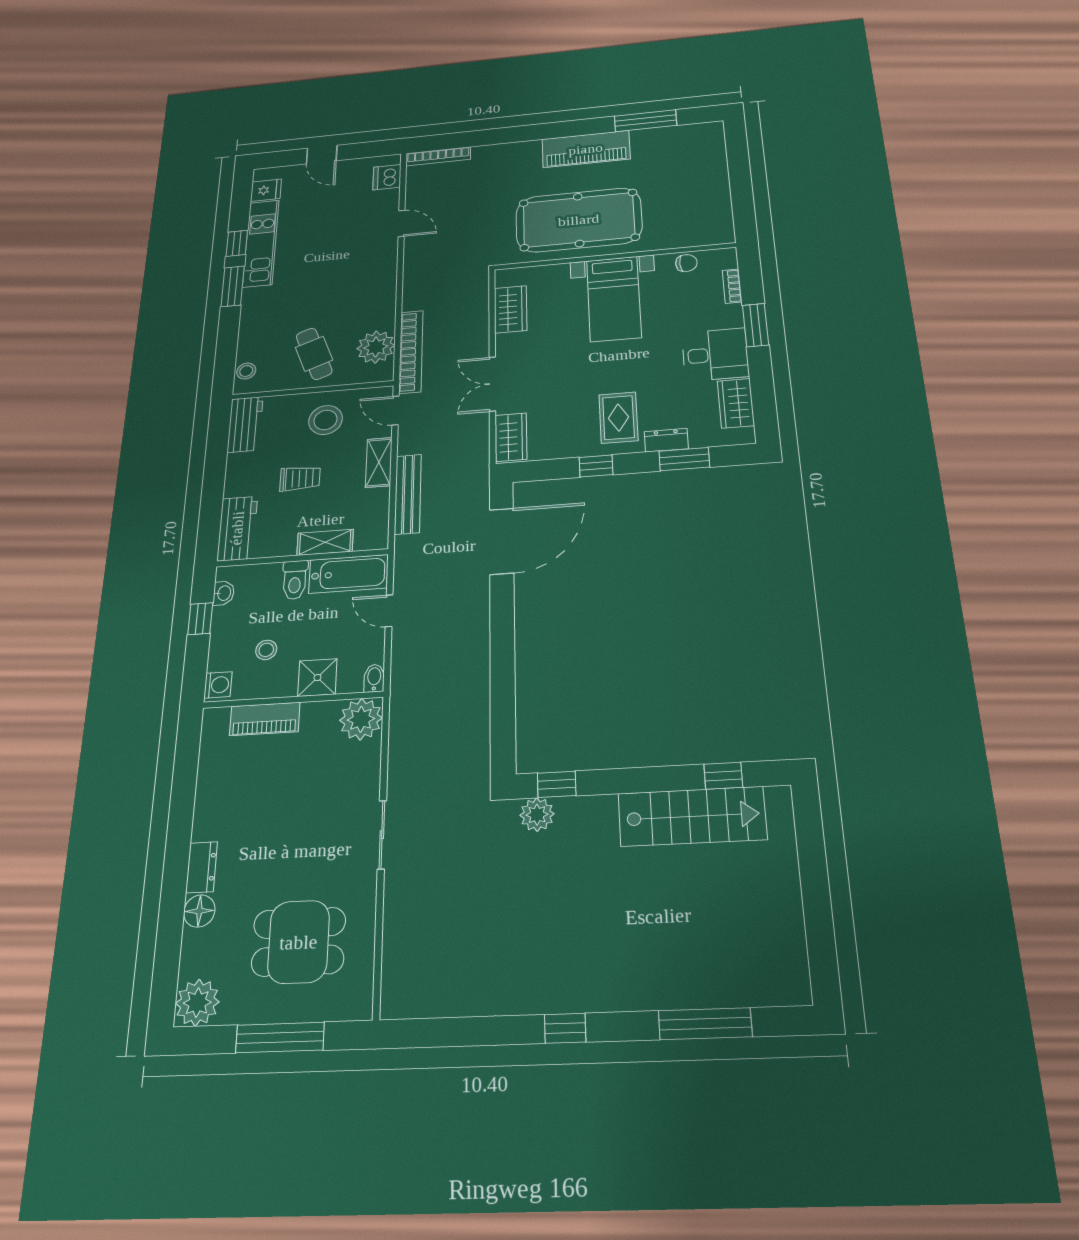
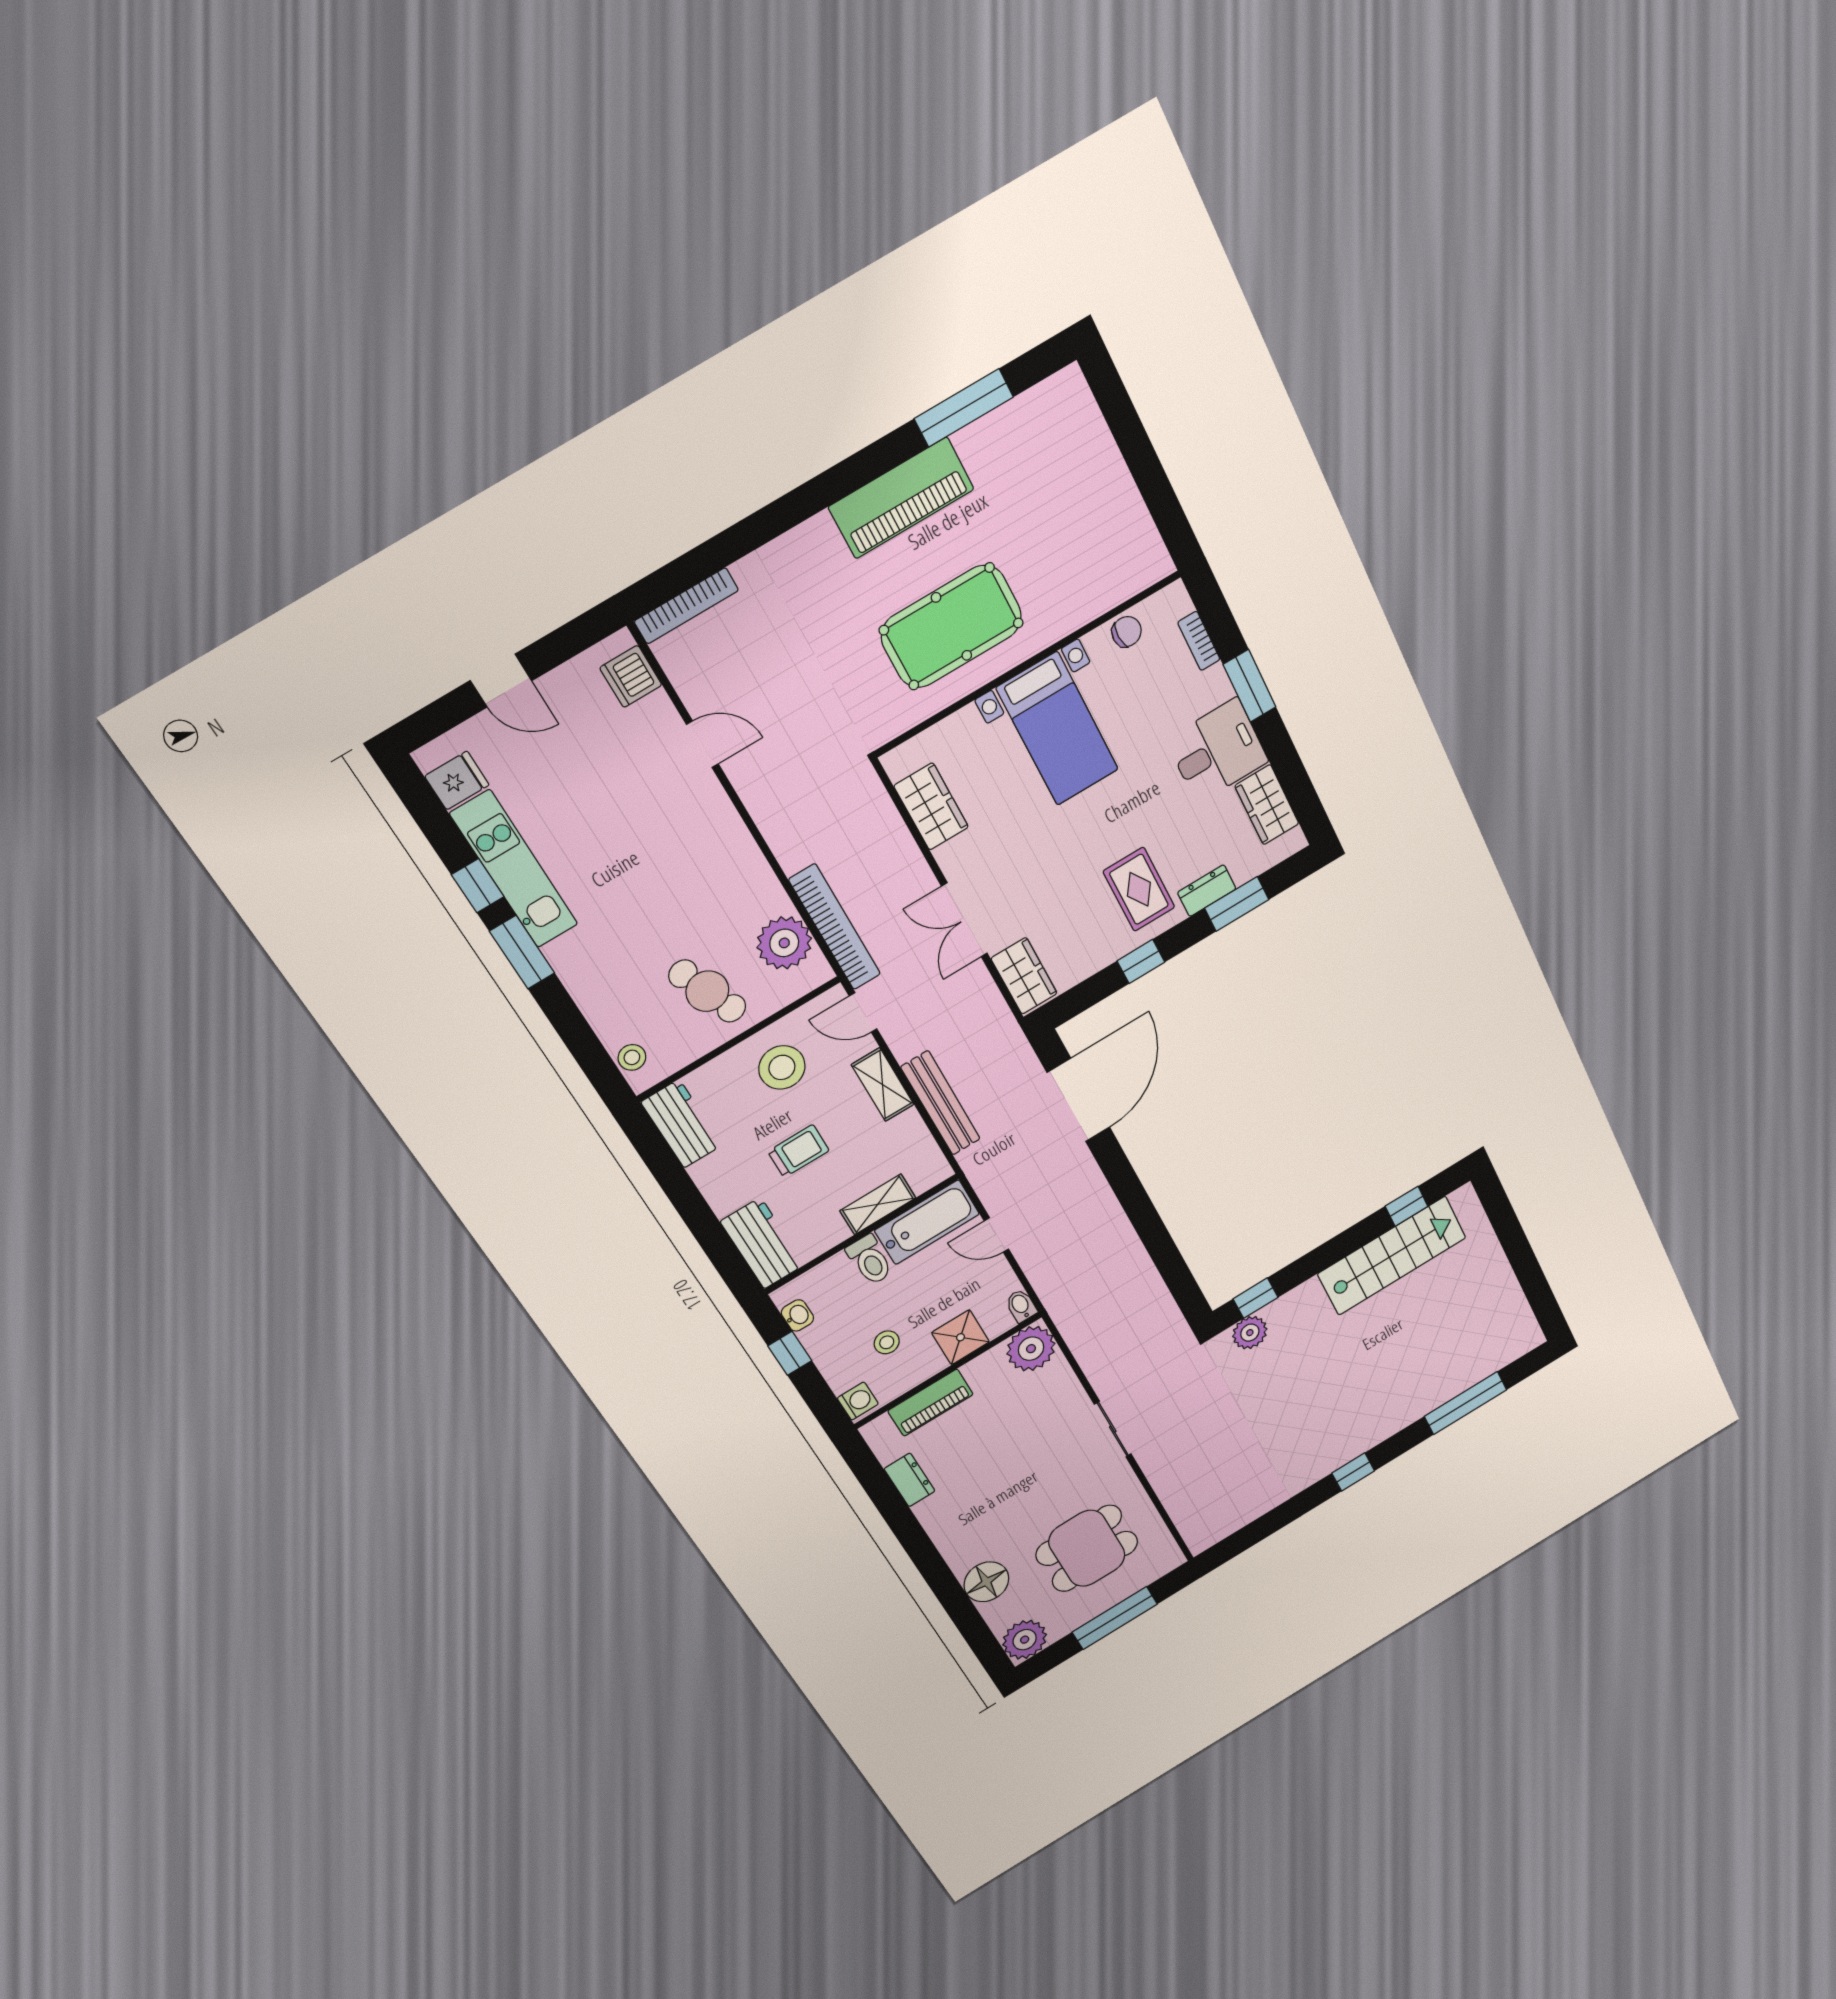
pool table: (579, 220) -> (951, 627), width x0.73, depth x0.76
dresser: (202, 867) -> (910, 1480), moved
floor lamp: (199, 911) -> (986, 1582), width x1.38, depth x1.38

